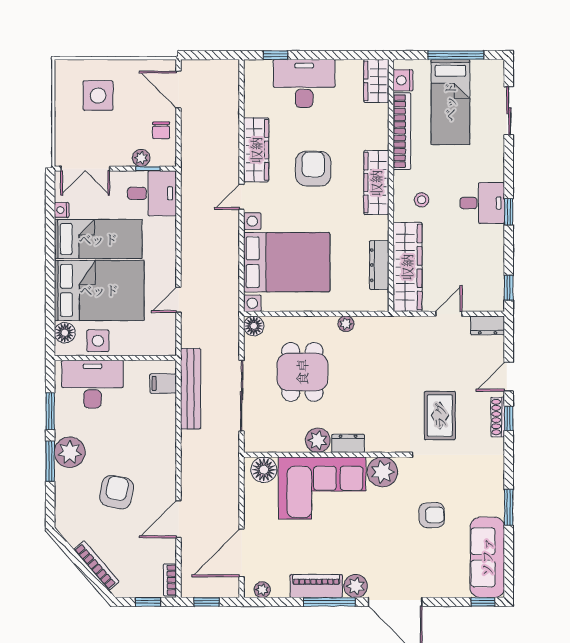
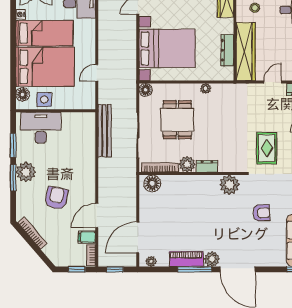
filing cabinet: (163, 383) -> (87, 237), moved
bookcase: (276, 445) -> (160, 168), added
corner sofa: (322, 488) -> (190, 195), removed
bookcase: (96, 566) -> (32, 233), moved

